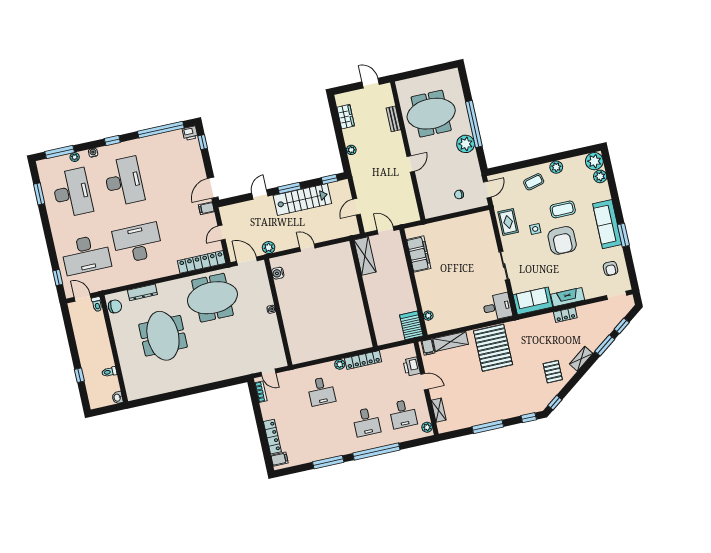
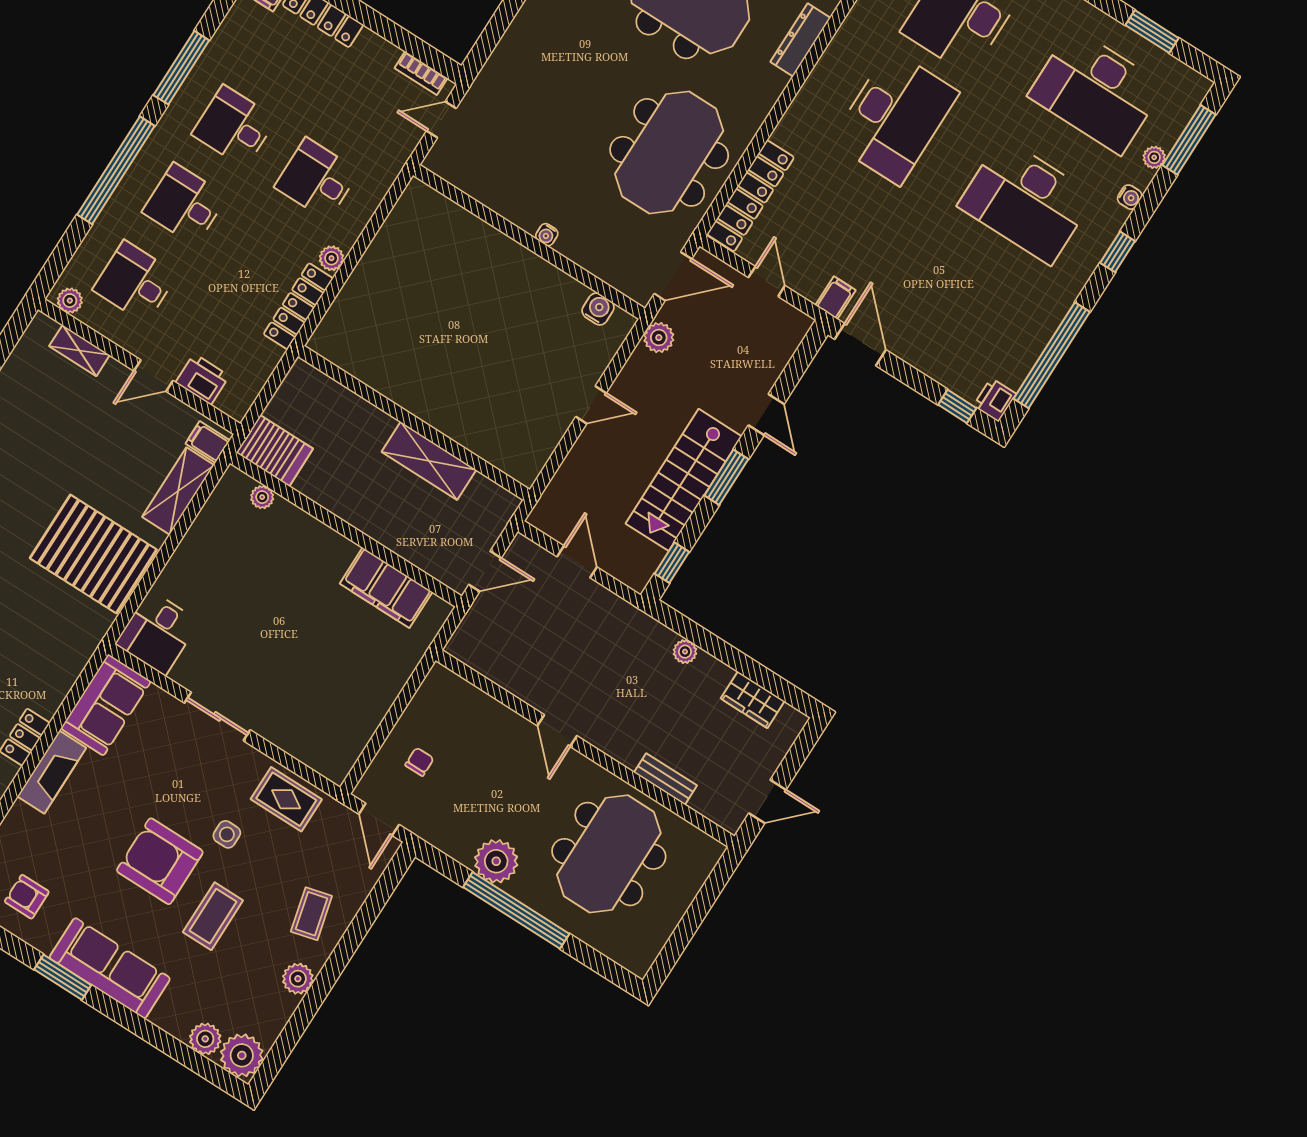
shelving: (365, 256) -> (429, 461), moved
desk: (330, 430) -> (234, 126), added

